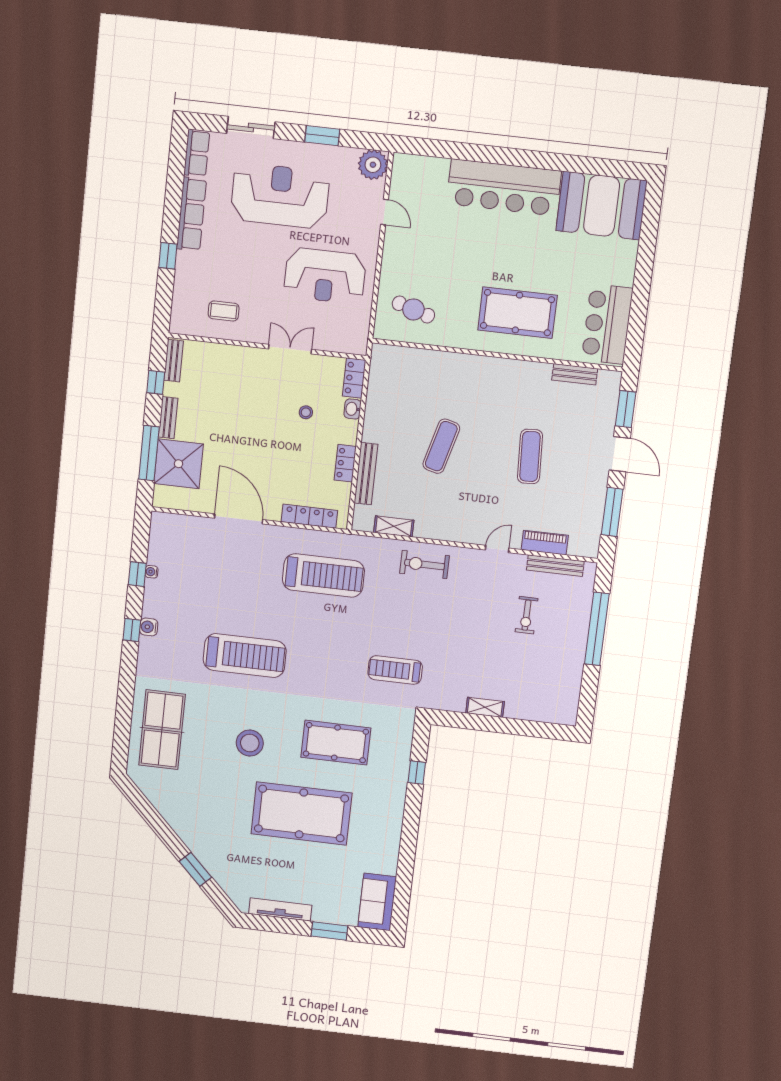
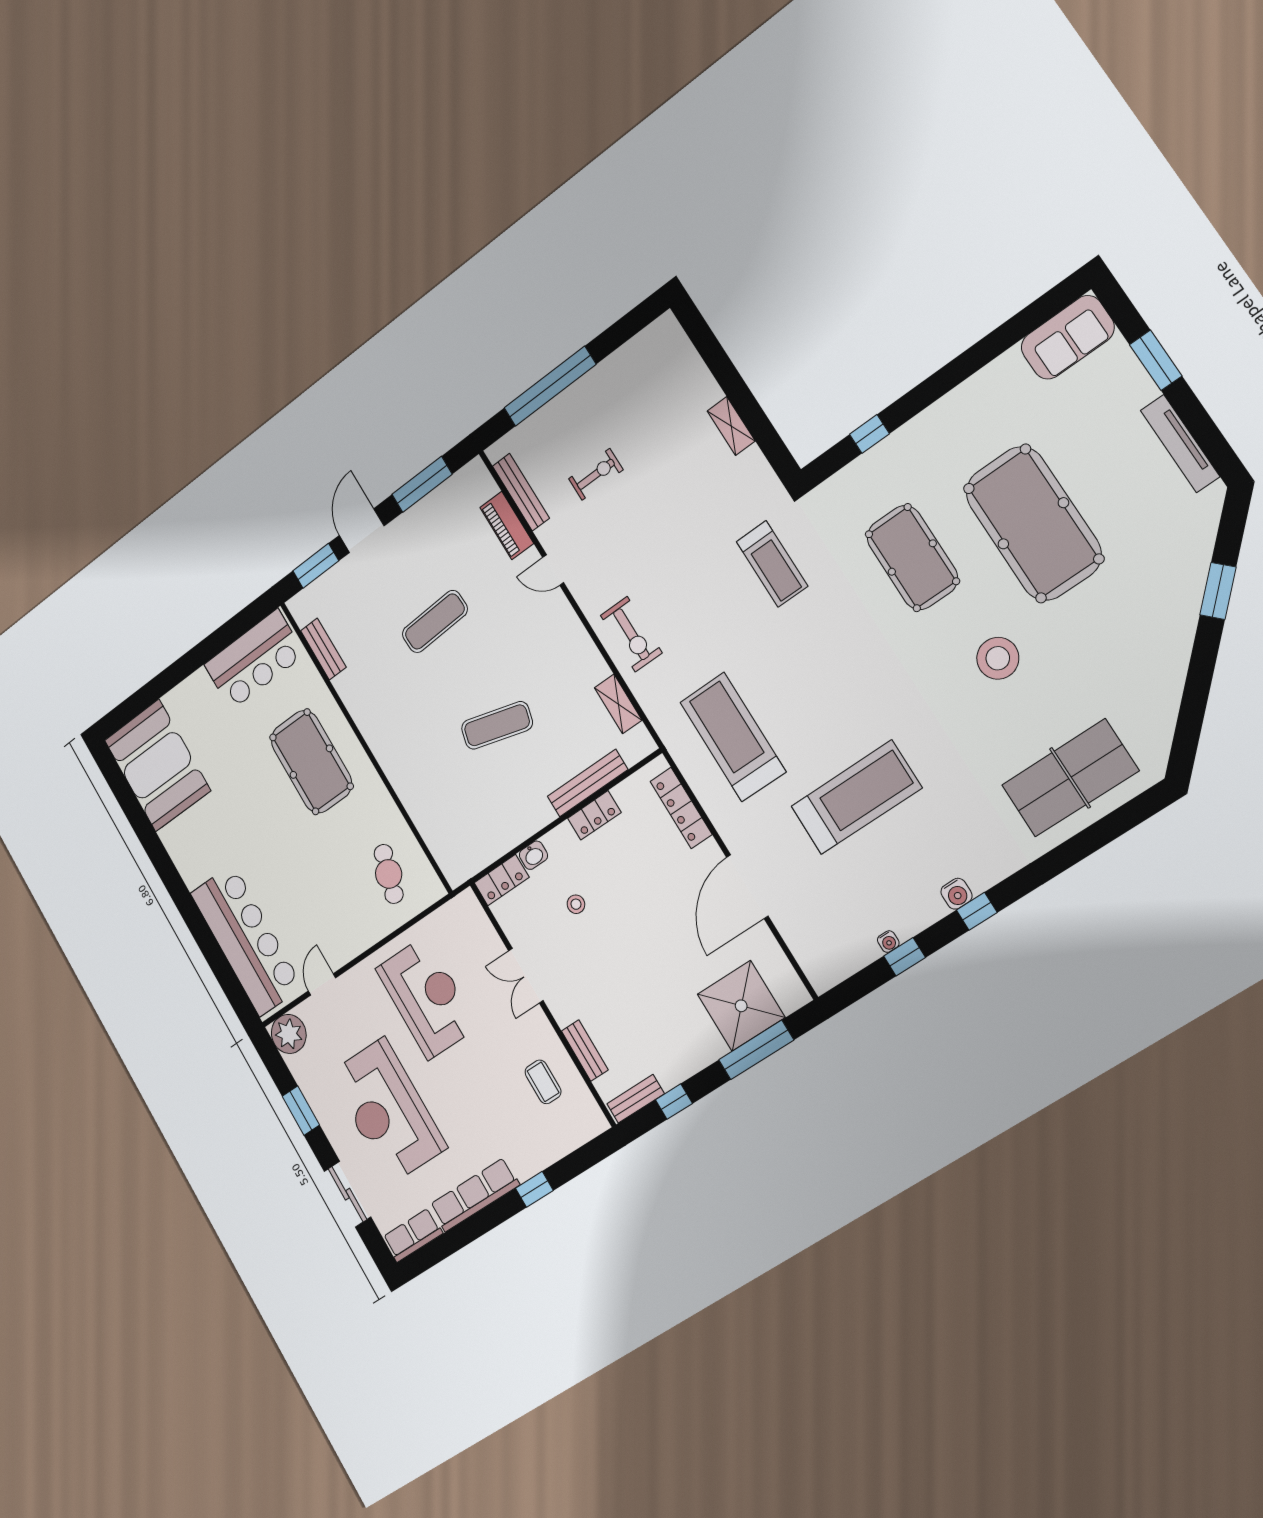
bar counter: (504, 187) -> (246, 940), moved
bench: (168, 418) -> (585, 1050), moved, turned 90
treadmill: (245, 656) -> (856, 797), moved, turned 90

